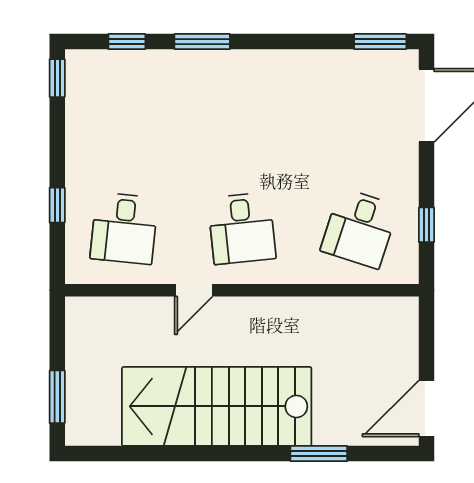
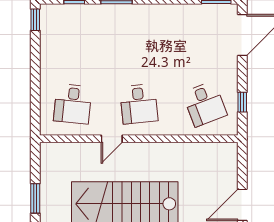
window: (57, 205) -> (35, 91), removed
desk: (360, 228) -> (205, 104), turned -39

